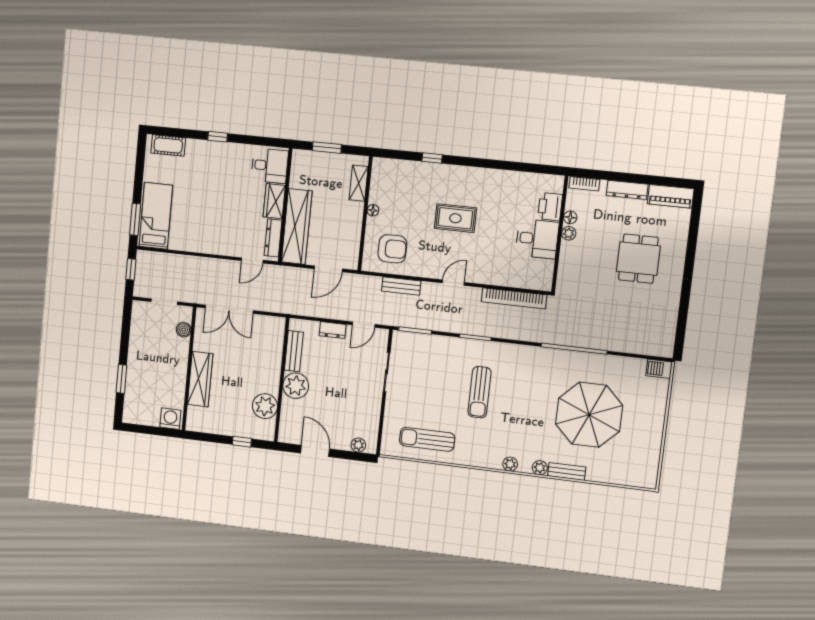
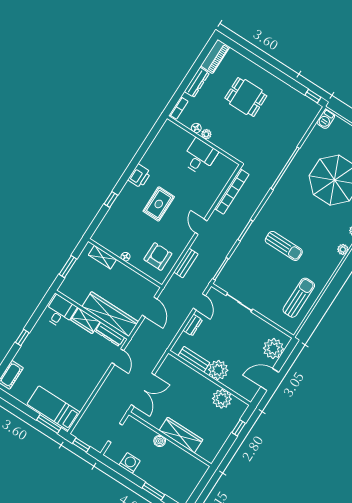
printer: (550, 207) -> (140, 176), moved, turned -90
boiler: (184, 330) -> (160, 441), moved
window: (680, 340) -> (313, 96), added
washing machine: (170, 419) -> (130, 463), moved, turned 90
sun lounger: (427, 439) -> (299, 298), turned 180
plant: (358, 445) -> (273, 349), width x1.87, depth x1.87

